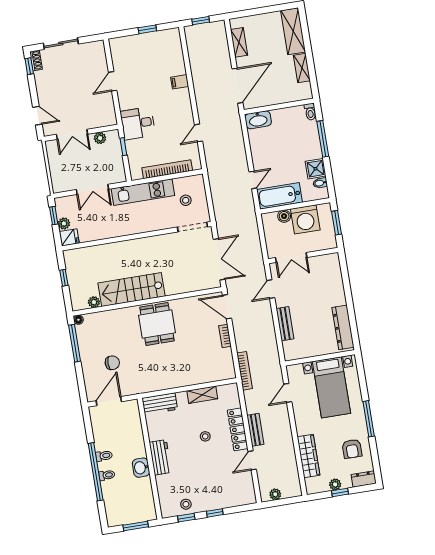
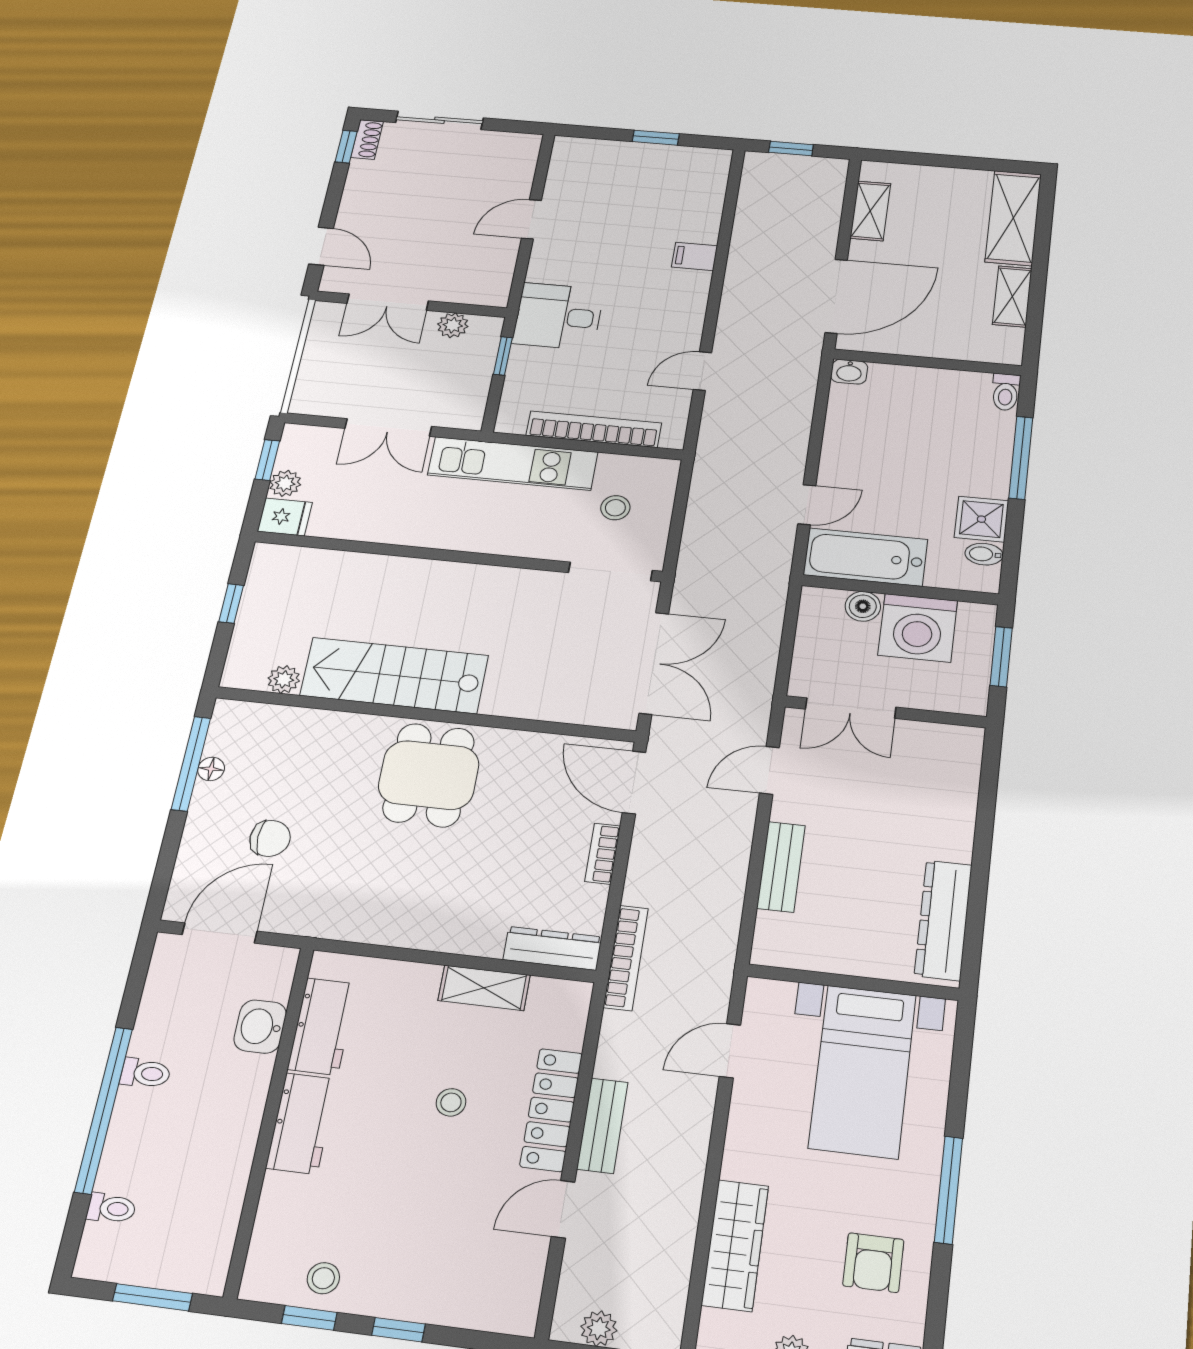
washbasin: (258, 120) -> (849, 372), width x0.52, depth x0.69
floor lamp: (78, 320) -> (211, 769), moved
dresser: (220, 375) -> (552, 948), added
workbench: (160, 404) -> (322, 1026), moved, turned -90
washbasin: (141, 468) -> (260, 1027), moved
toilet: (107, 475) -> (111, 1208), moved

